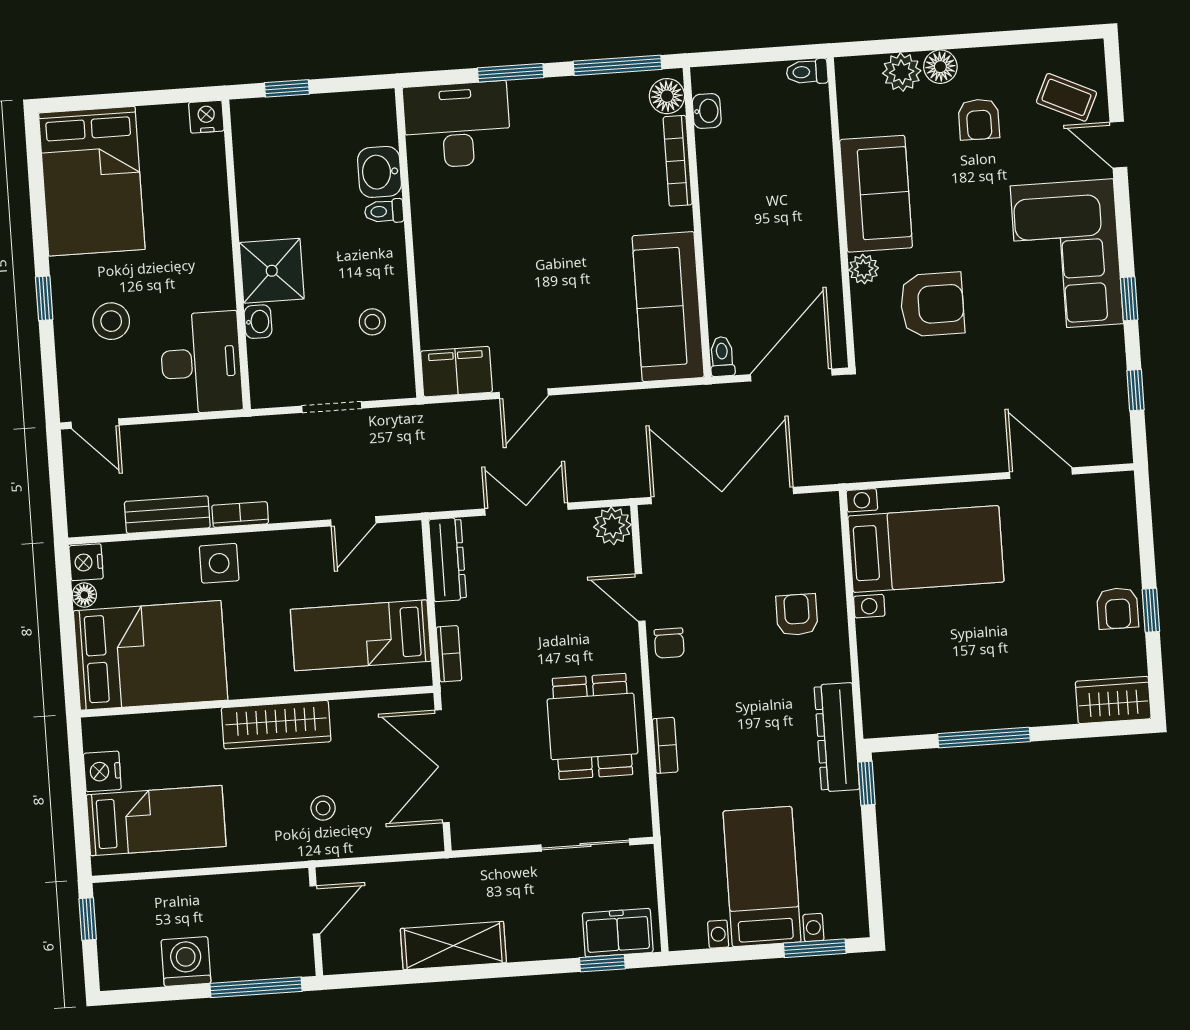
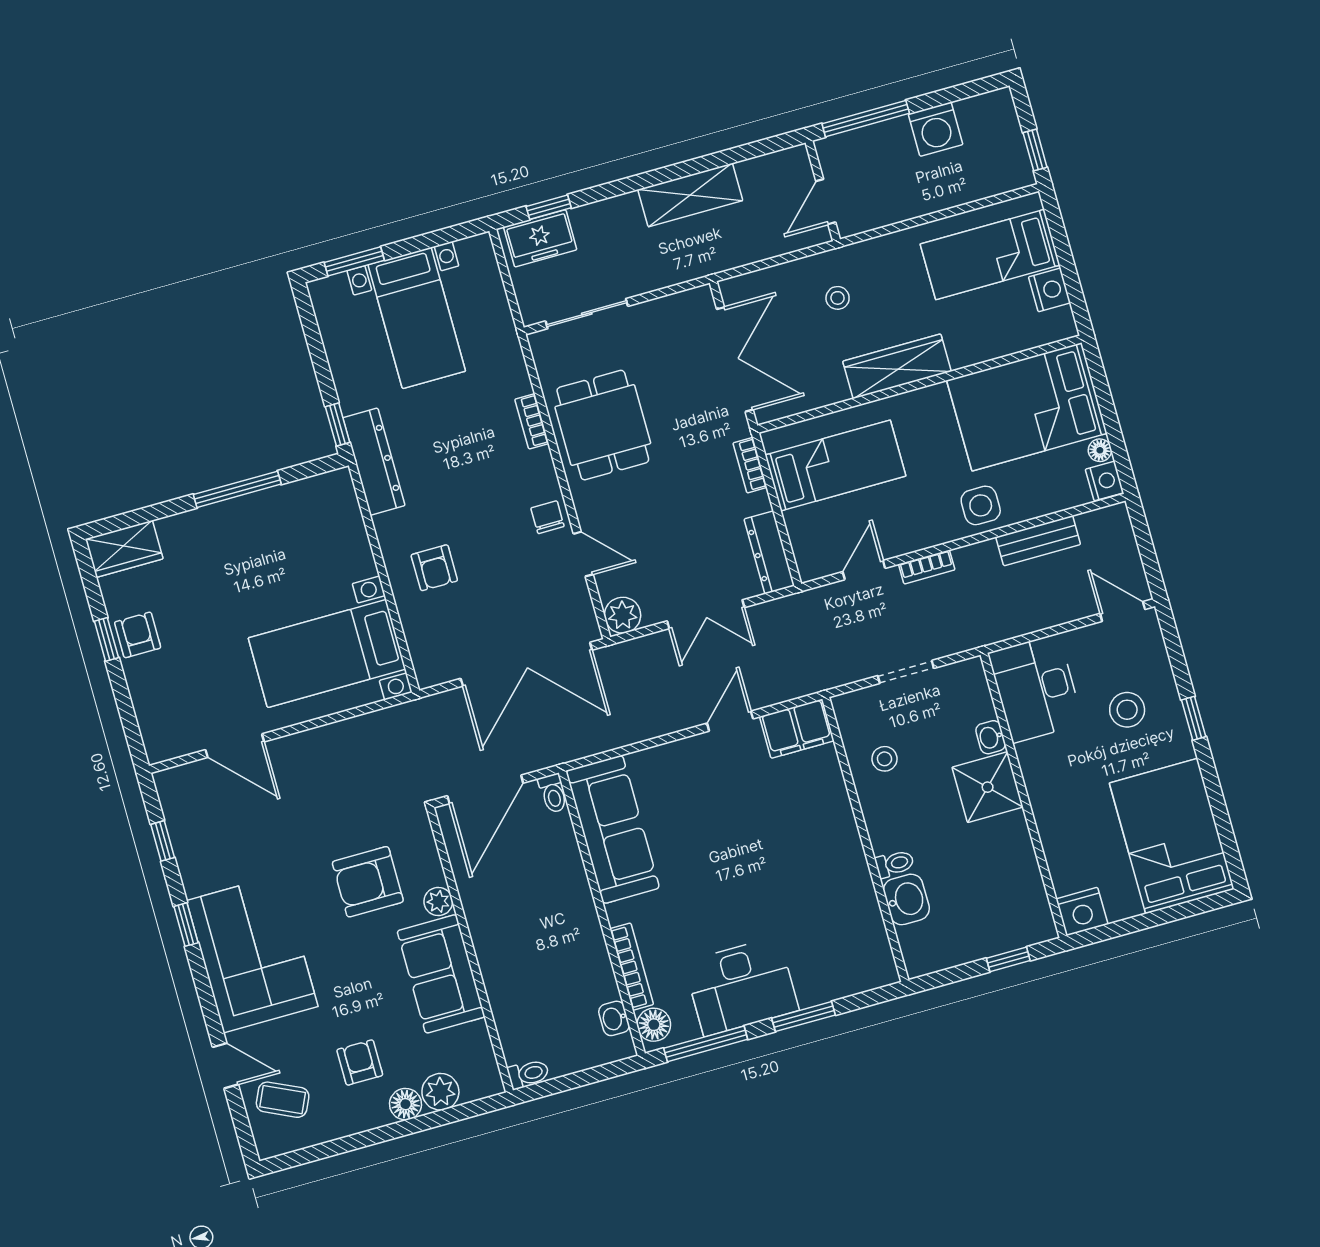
nightstand: (206, 117) -> (1082, 912), width x1.36, depth x1.33
desk: (457, 125) -> (741, 986), moved
bookcase: (240, 514) -> (927, 567), moved

